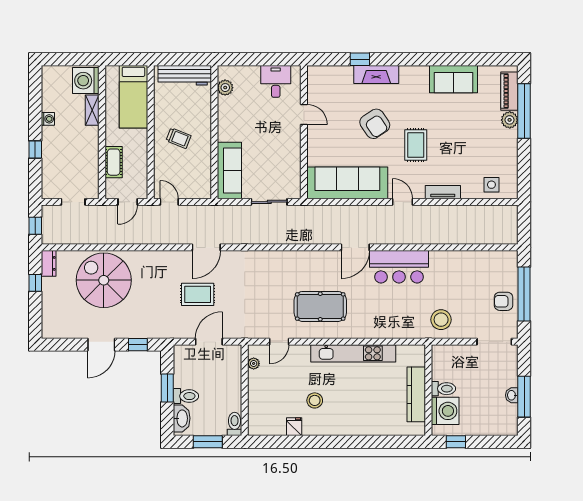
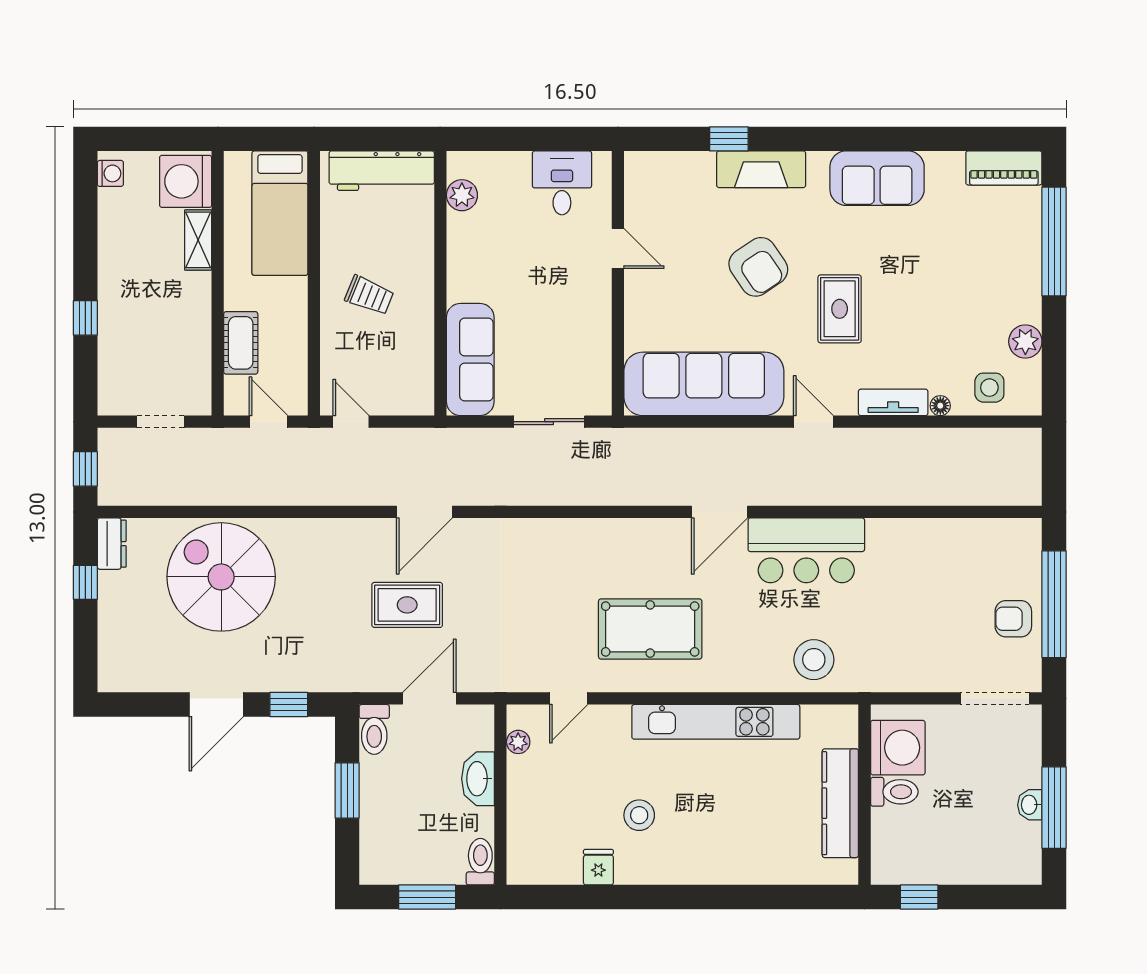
sofa: (454, 79) -> (877, 178), moved
piano: (509, 91) -> (1004, 168), moved, turned -90
washing machine: (48, 119) -> (110, 173), moved
plant: (510, 120) -> (1025, 342), moved
floor lamp: (467, 194) -> (940, 406), added
door: (128, 202) -> (269, 422), swing flipped
stool: (441, 320) -> (814, 660), moved
toilet: (186, 396) -> (374, 729), moved, turned 90
washing machine: (445, 411) -> (898, 748), moved
washbasin: (182, 418) -> (478, 779), moved, turned 180

